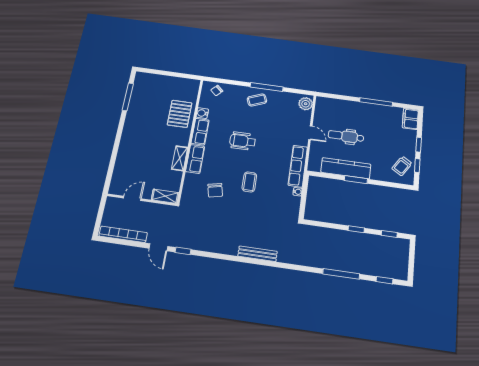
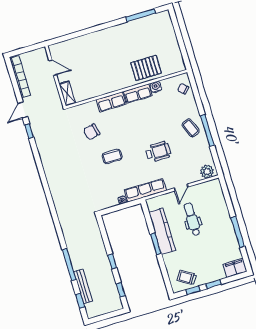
wheelchair: (243, 141) -> (158, 152), moved, turned 90
shelving: (180, 158) -> (106, 89), removed
bench: (257, 254) -> (83, 286), moved

